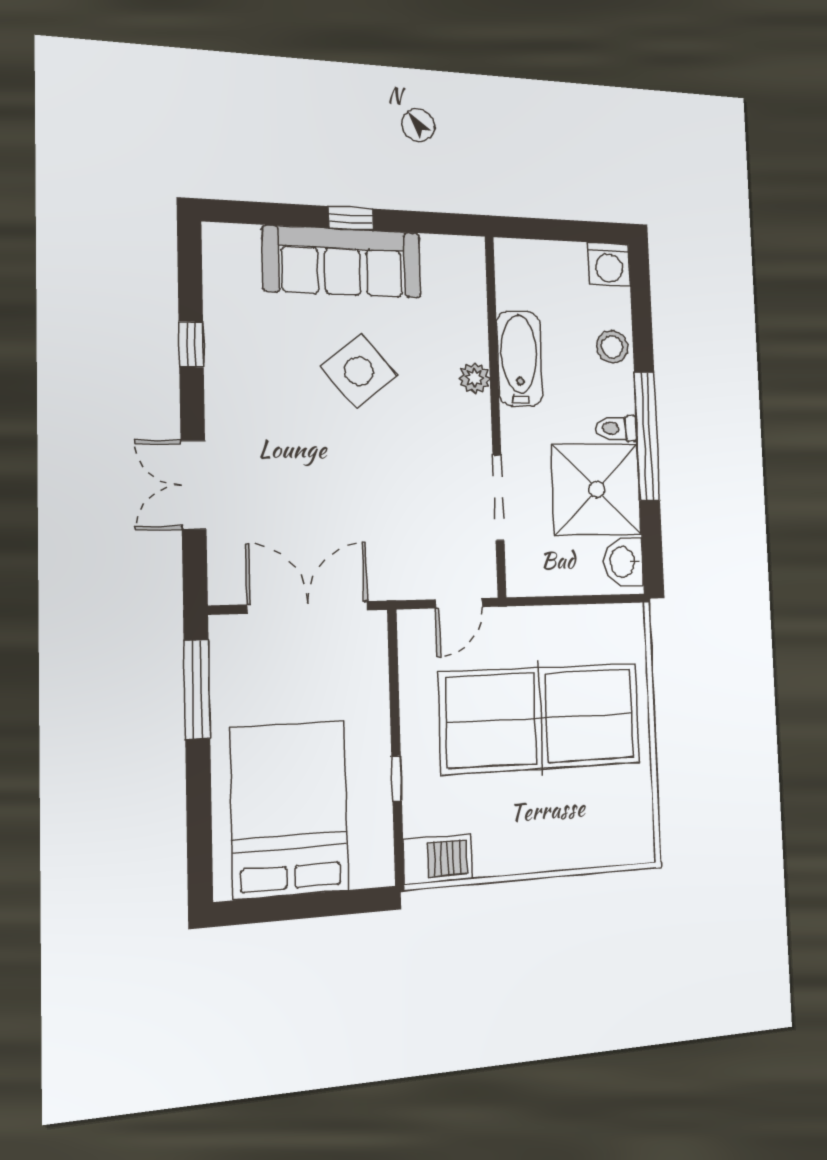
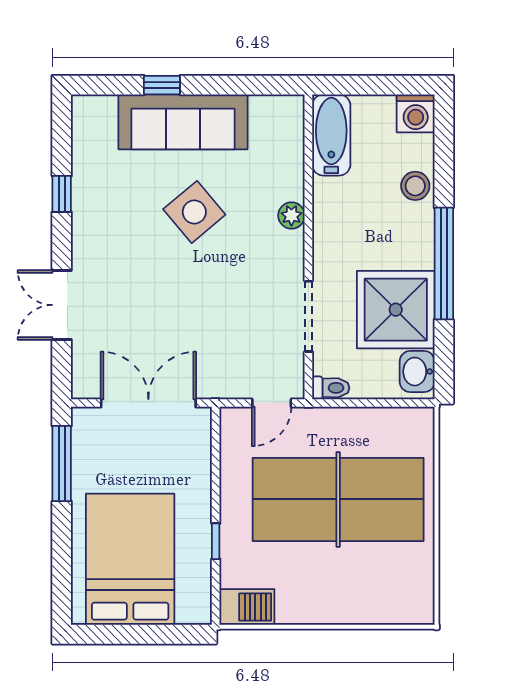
window: (351, 218) -> (162, 85), moved
bathtub: (520, 358) -> (331, 135), moved
toilet: (616, 428) -> (331, 388), moved, turned 180

